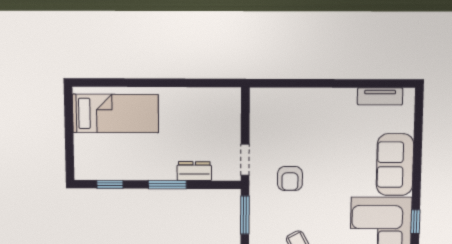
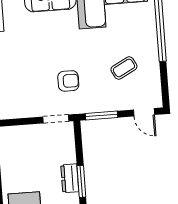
dresser: (194, 171) -> (70, 178), moved

